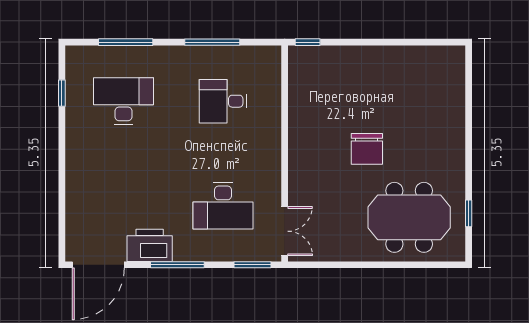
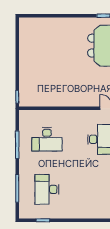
desk: (223, 101) -> (47, 139), width x1.37
chair: (367, 149) -> (71, 67), removed

